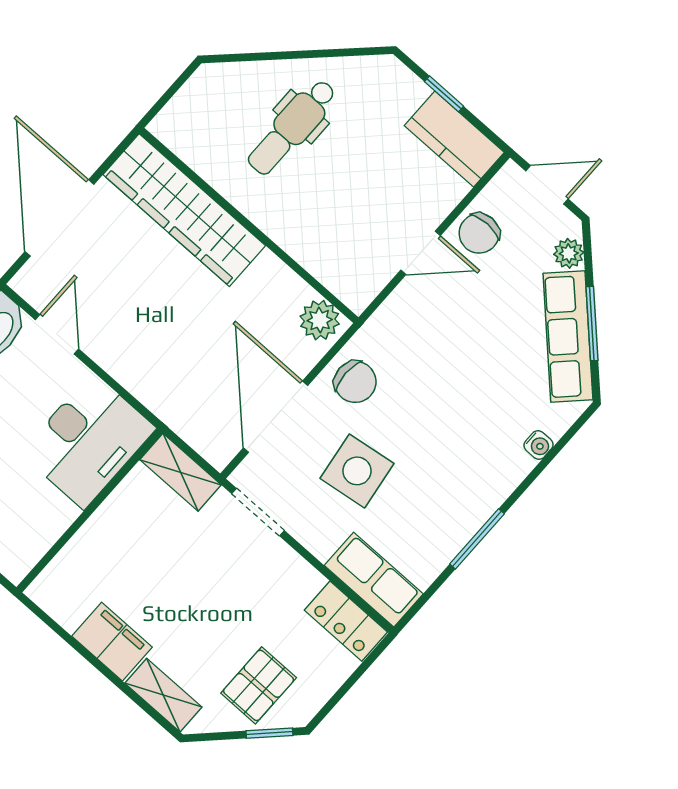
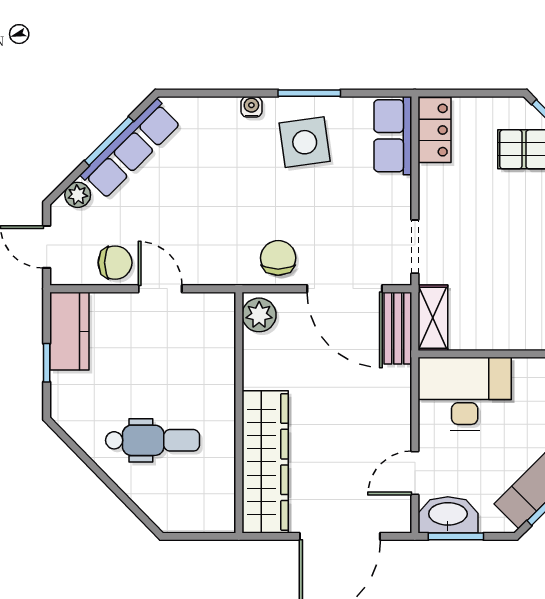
door: (276, 417) -> (345, 289), hinge flipped
bench: (199, 433) -> (398, 328), added
water cooler: (538, 445) -> (251, 107), moved
side table: (357, 471) -> (305, 142), moved

